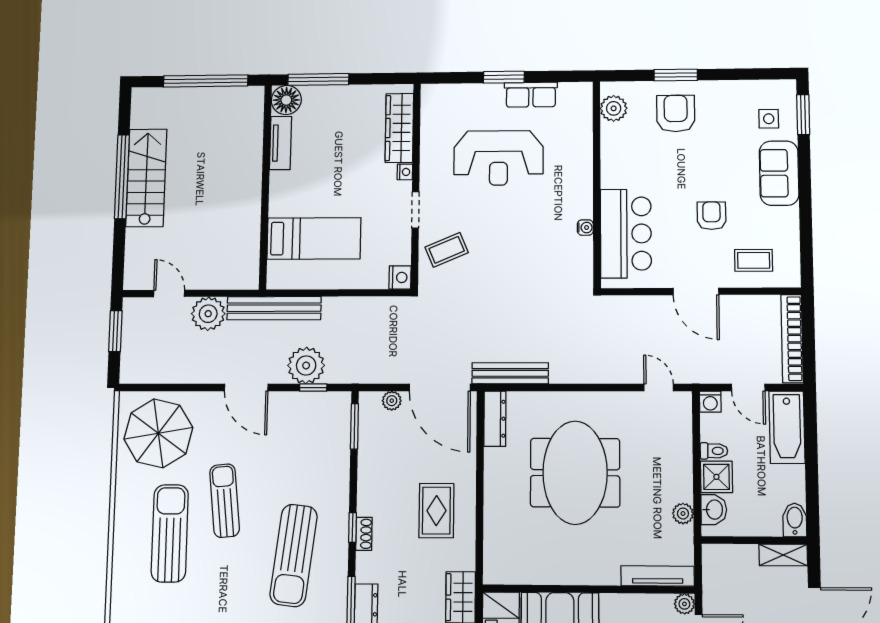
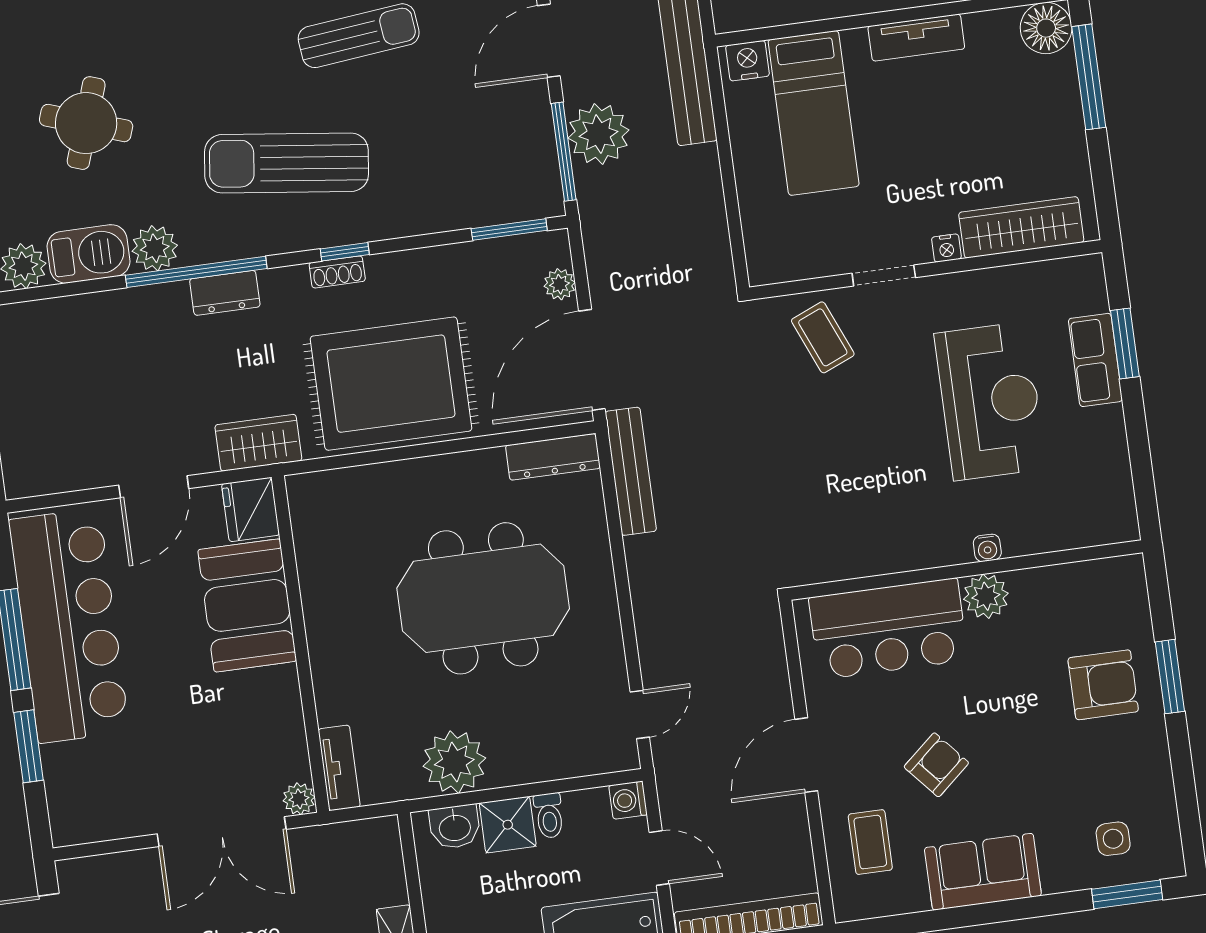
window: (504, 77) -> (1125, 344), moved
row of seats: (531, 95) -> (1095, 360), moved
plant: (614, 108) -> (986, 596), moved
tv unit: (281, 143) -> (916, 38), moved
reception desk: (498, 158) -> (990, 401), turned 180
sofa: (779, 173) -> (983, 872), moved
armchair: (711, 216) -> (936, 765), turned -41
water cooler: (585, 228) -> (987, 548), moved
nightstand: (400, 277) -> (748, 61), moved, turned 180
door: (748, 387) -> (659, 858), swing flipped
window: (313, 388) -> (564, 152), width x2.17
rug: (436, 511) -> (391, 384), width x1.86, depth x2.06
plant: (683, 514) -> (454, 762), width x1.88, depth x1.88
tv unit: (658, 576) -> (339, 768), width x0.71

